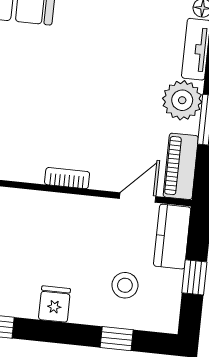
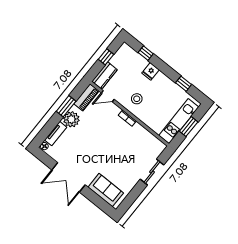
stool: (125, 285) -> (137, 99), moved
fridge: (54, 304) -> (150, 71), moved

